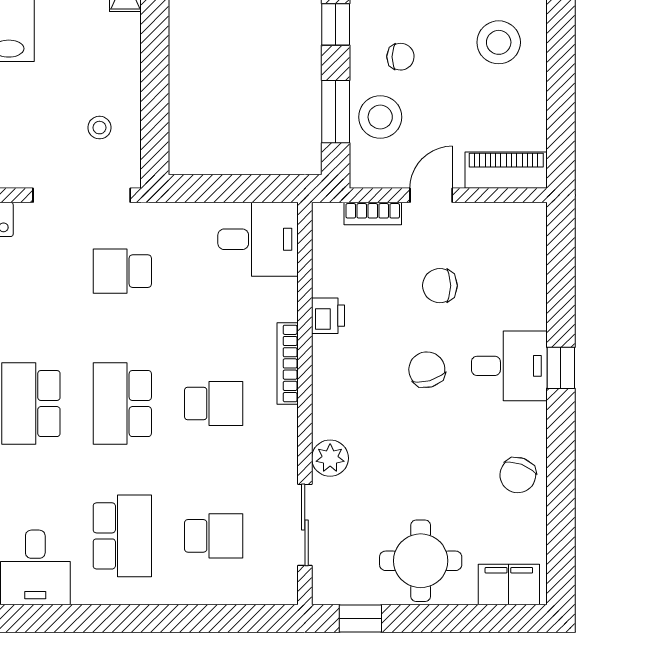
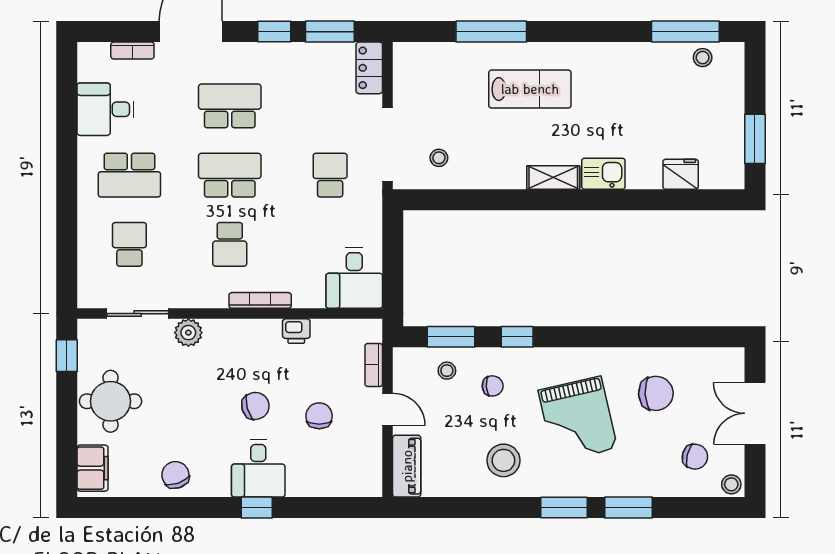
chair: (400, 57) -> (493, 386), turned -95
stool: (380, 117) -> (447, 371), width x0.53, depth x0.53
chair: (518, 475) -> (175, 475), turned 51
school desk: (214, 536) -> (129, 244), turned 180

